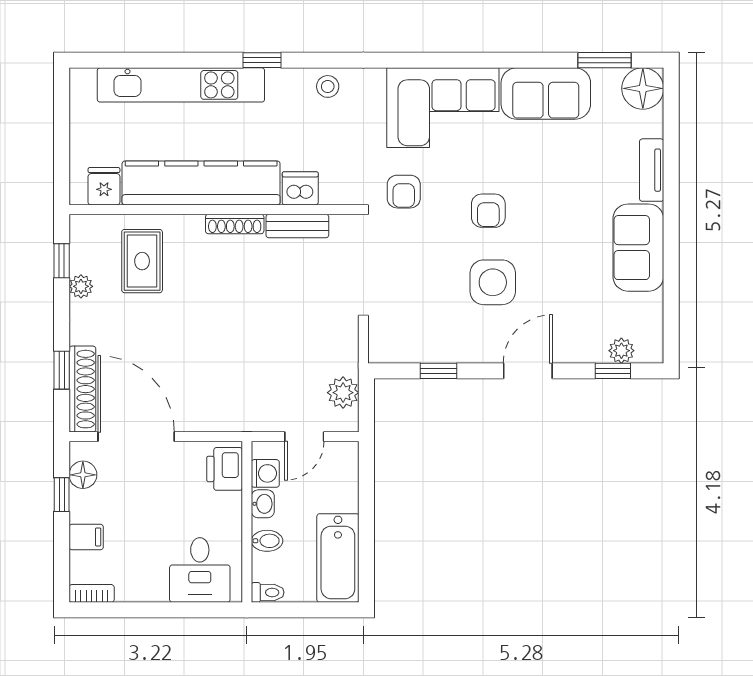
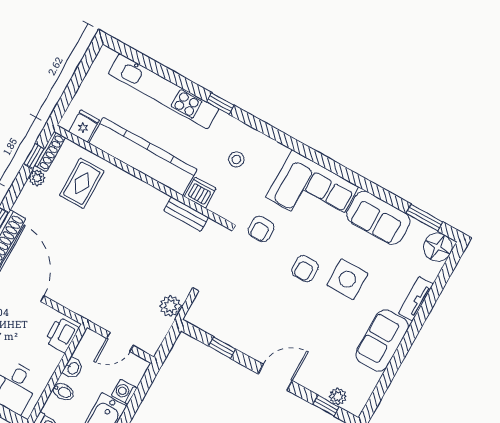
stool: (328, 86) -> (236, 160), moved
shoe rack: (235, 224) -> (50, 152), moved, turned -90
side table: (493, 282) -> (347, 279), moved
plant: (343, 393) -> (170, 306), moved
washing machine: (265, 473) -> (124, 392), moved, turned 180

